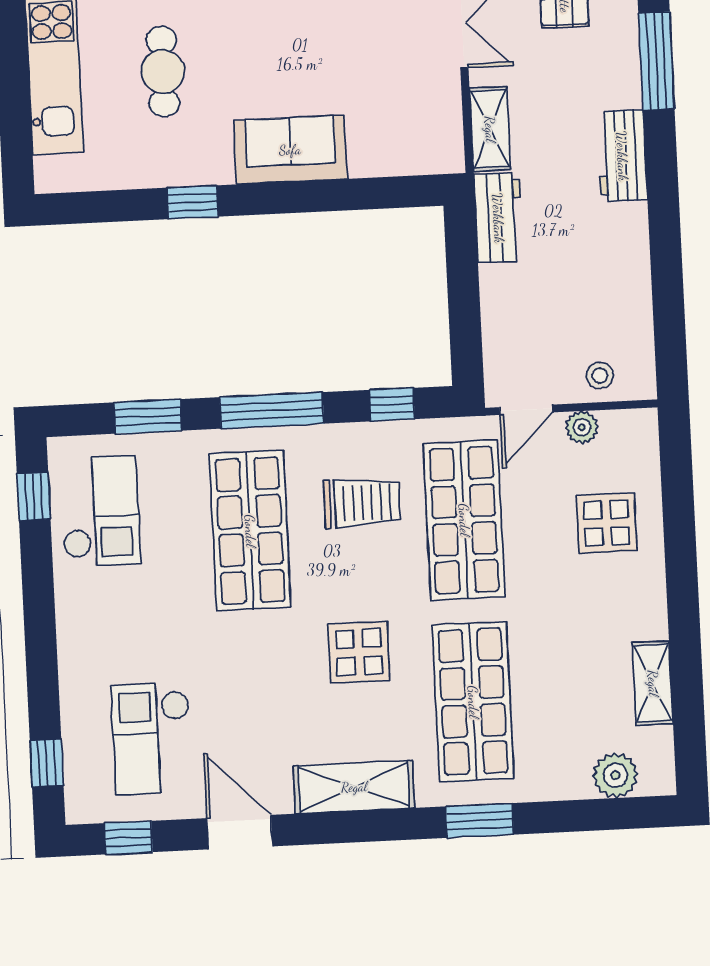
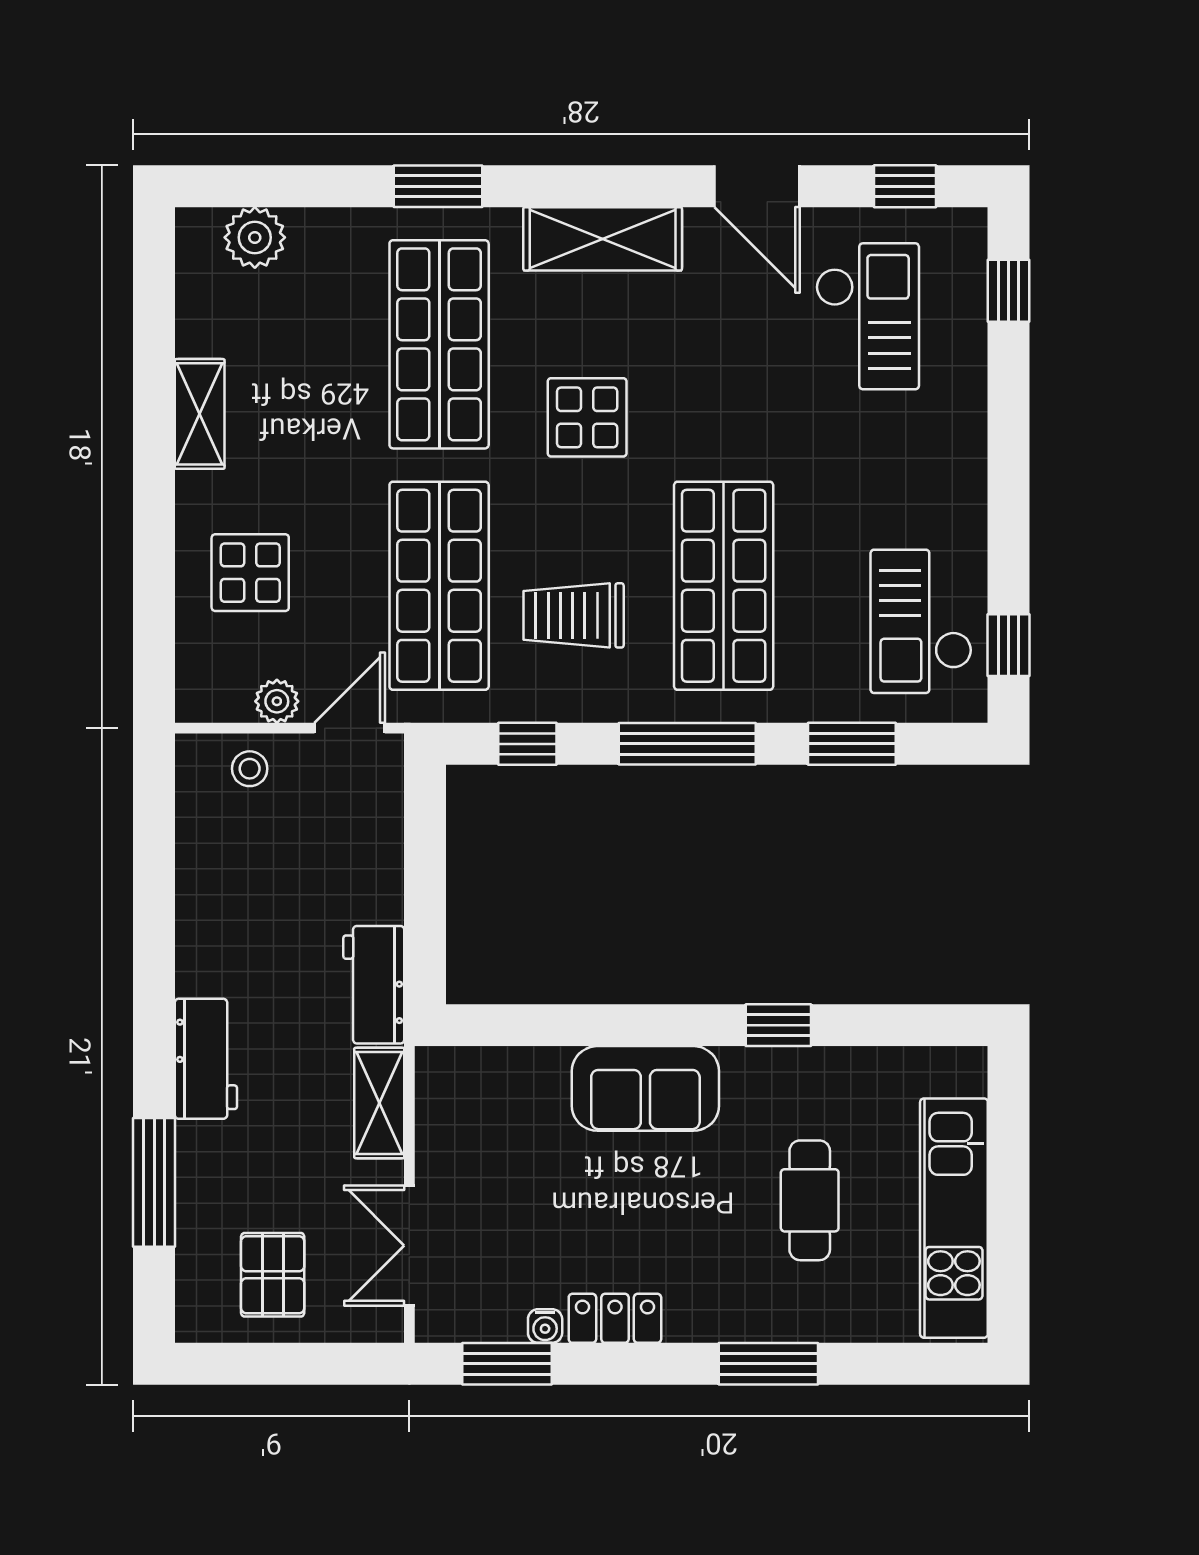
shelving: (653, 683) -> (200, 414), moved

